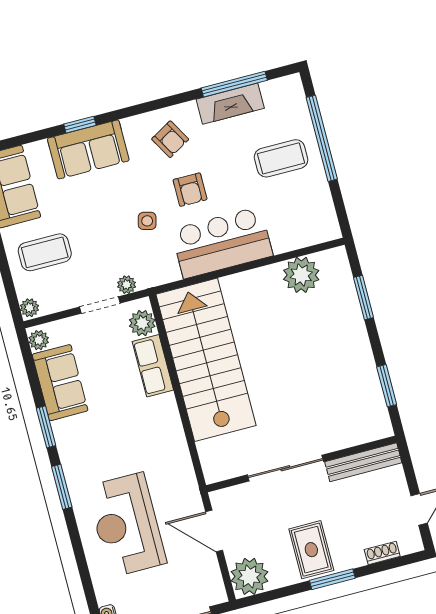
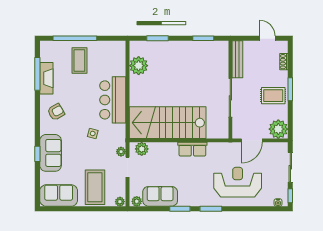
armchair: (190, 190) -> (83, 109), removed
coffee table: (45, 252) -> (95, 187), width x1.36, depth x1.32
row of seats: (153, 366) -> (192, 149), moved
reception desk: (126, 525) -> (238, 182), turned 180

